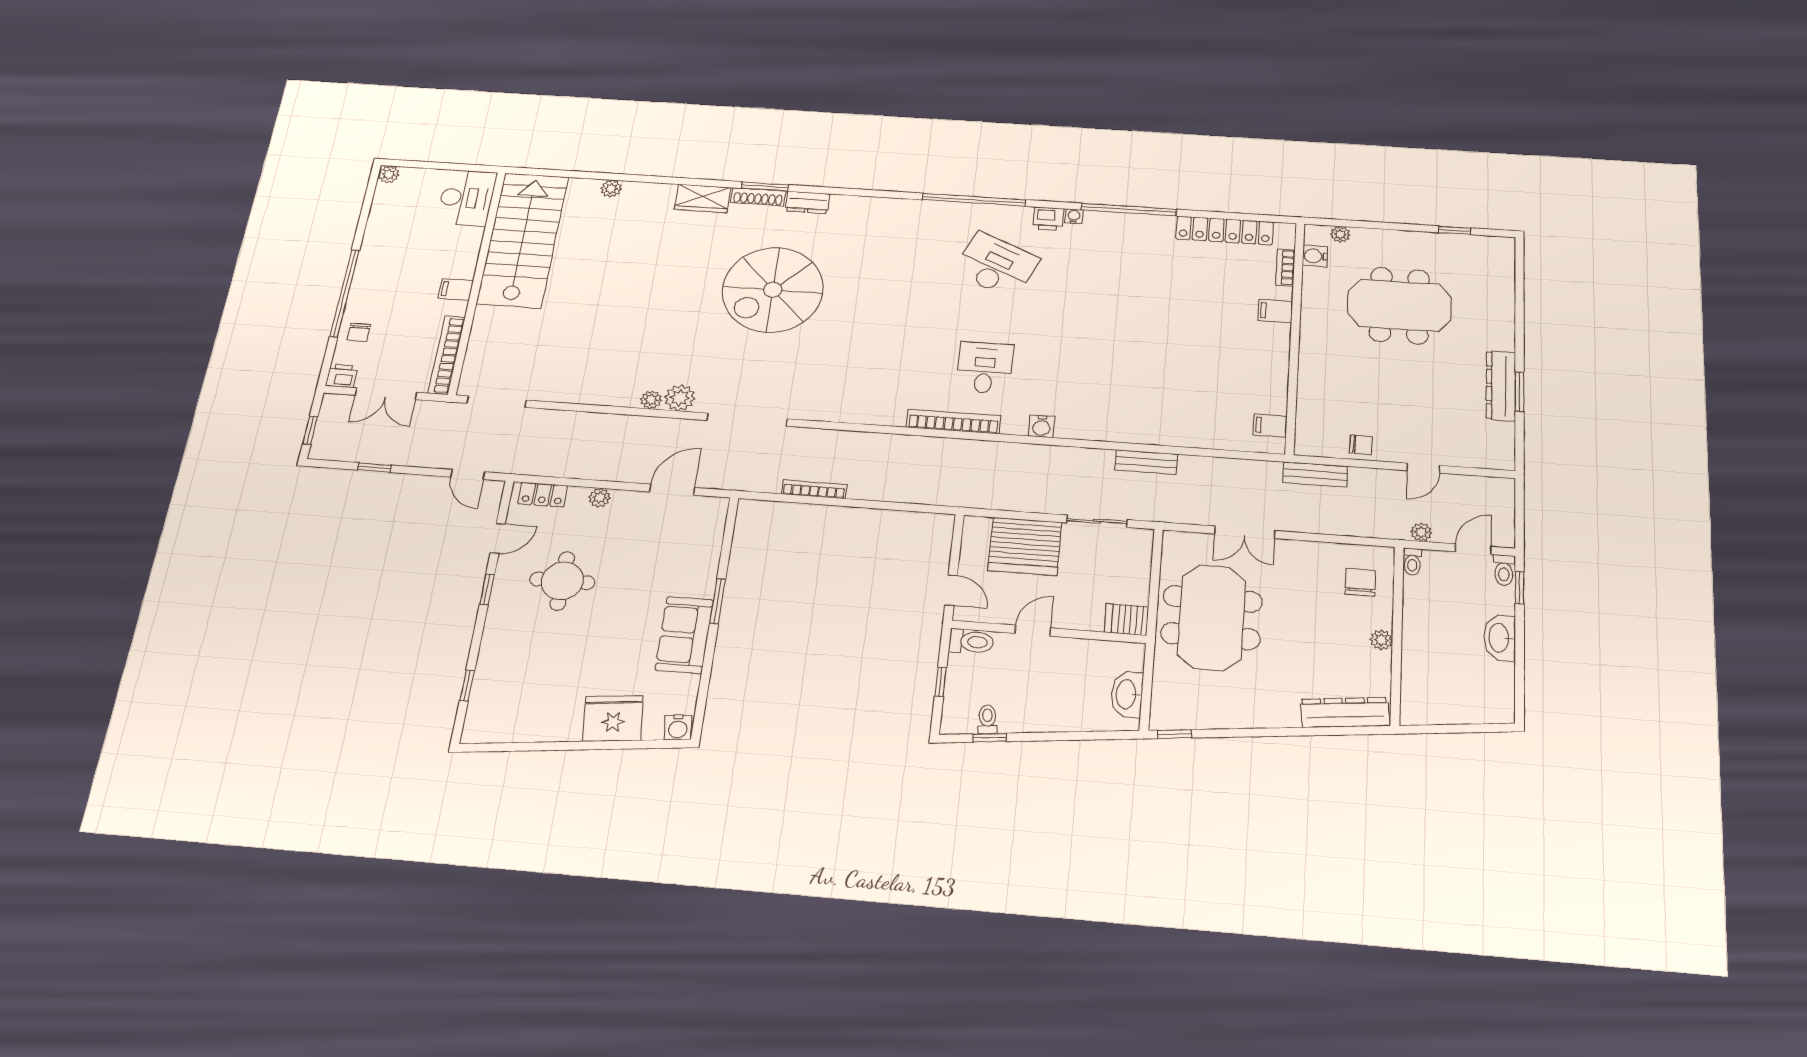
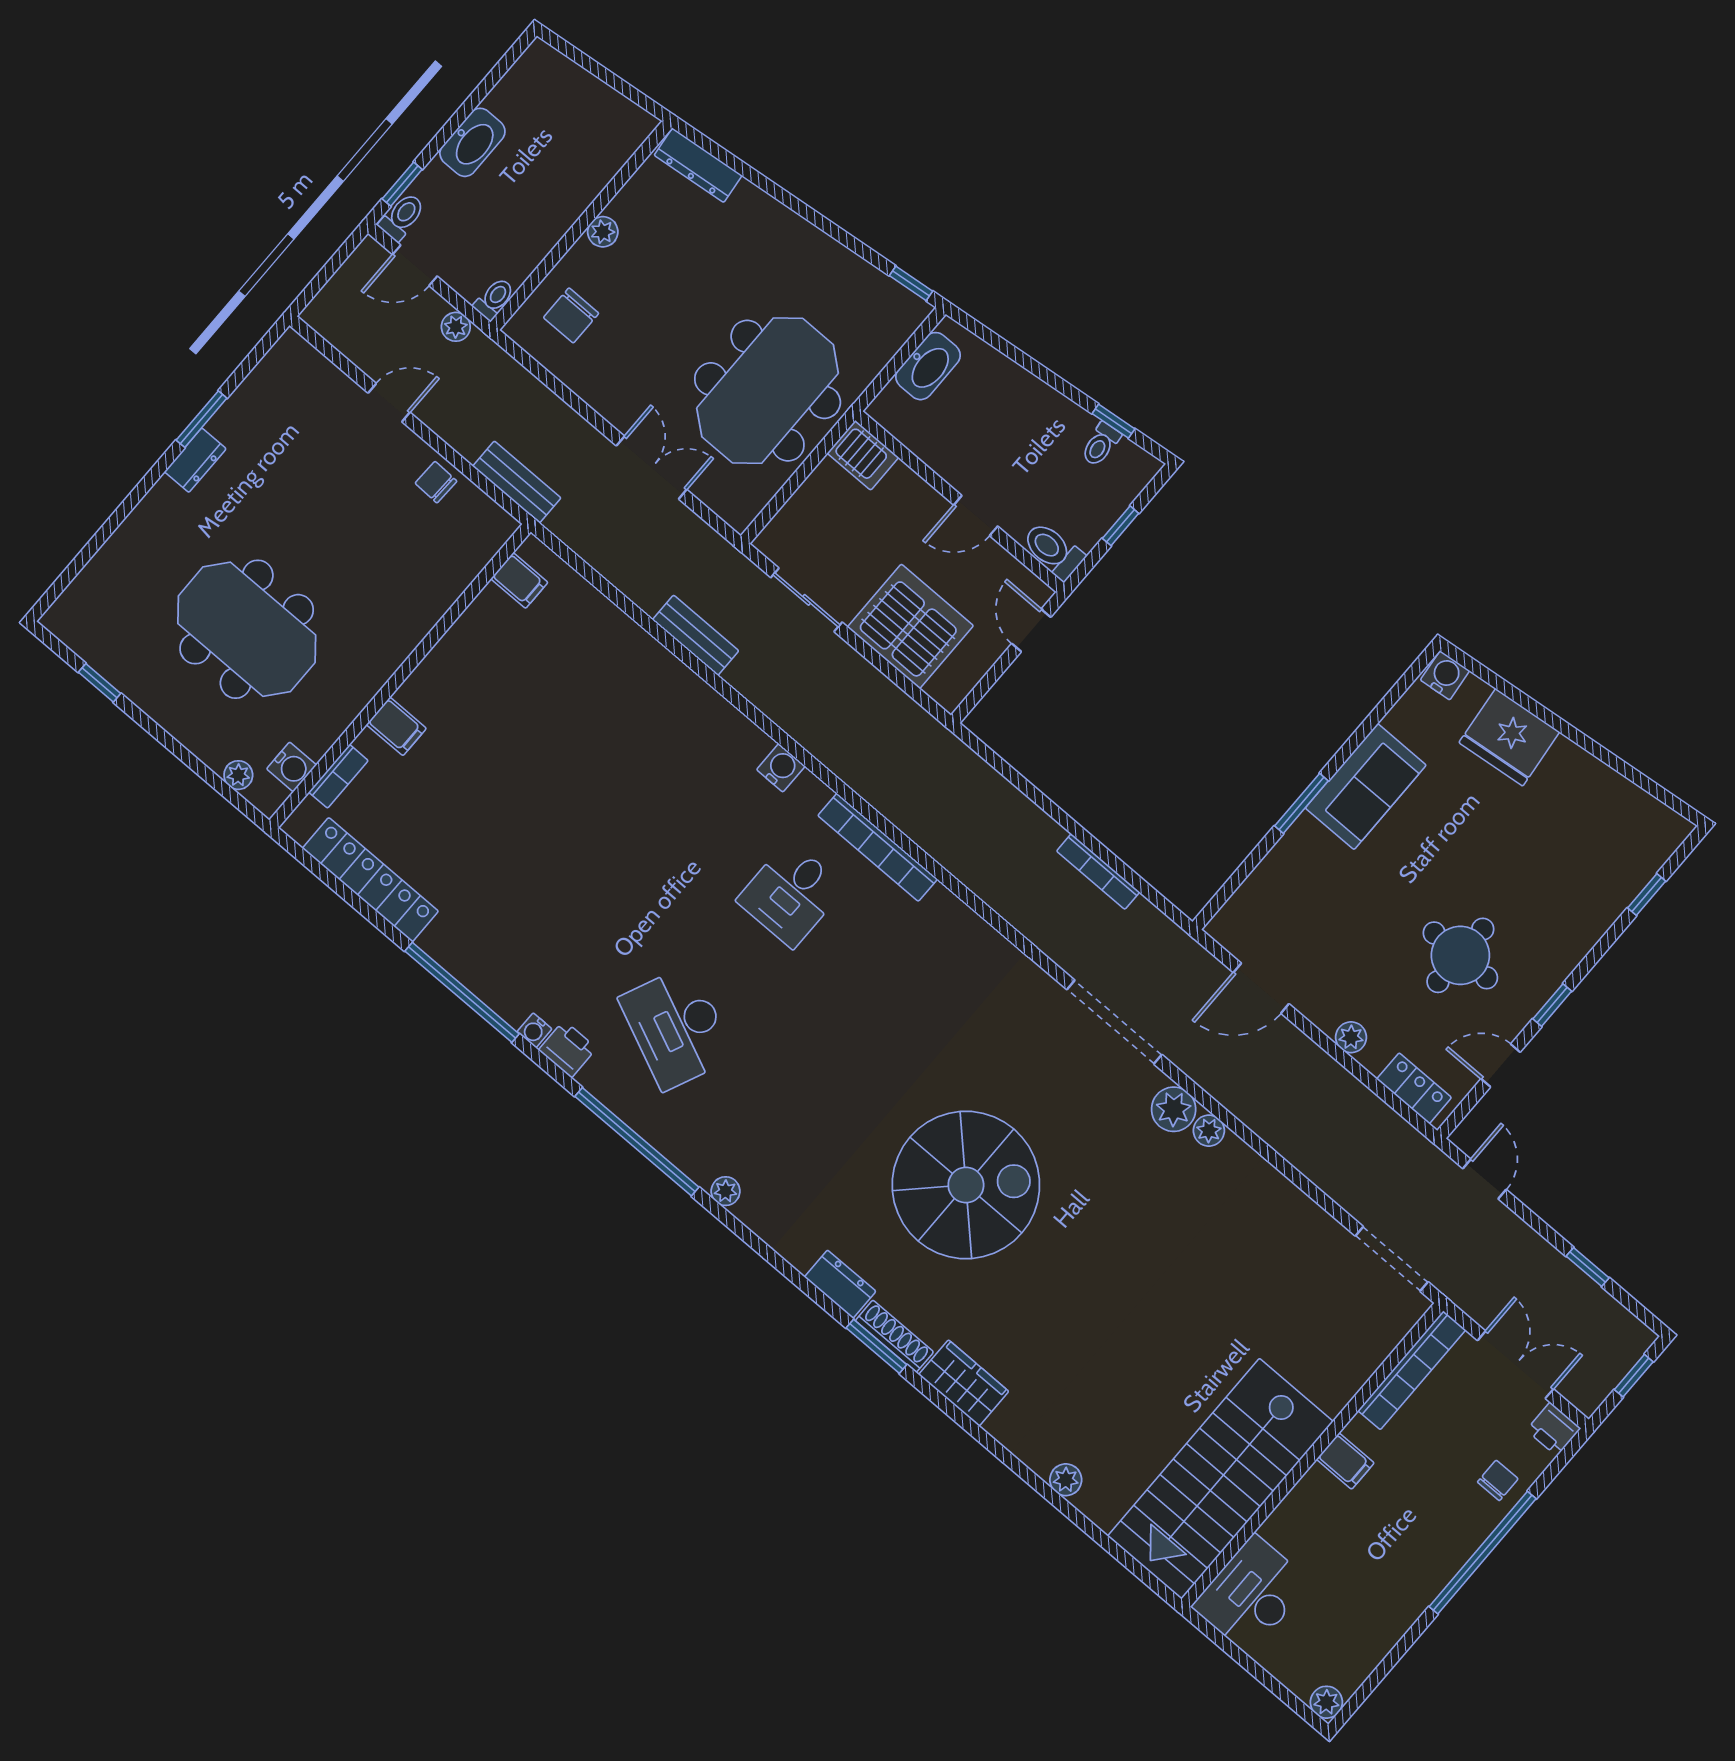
plant: (906, 207) -> (726, 1191), added
dresser: (1501, 386) -> (195, 460), width x0.51, depth x0.80
dresser: (1345, 712) -> (698, 165), width x0.73, depth x0.80

